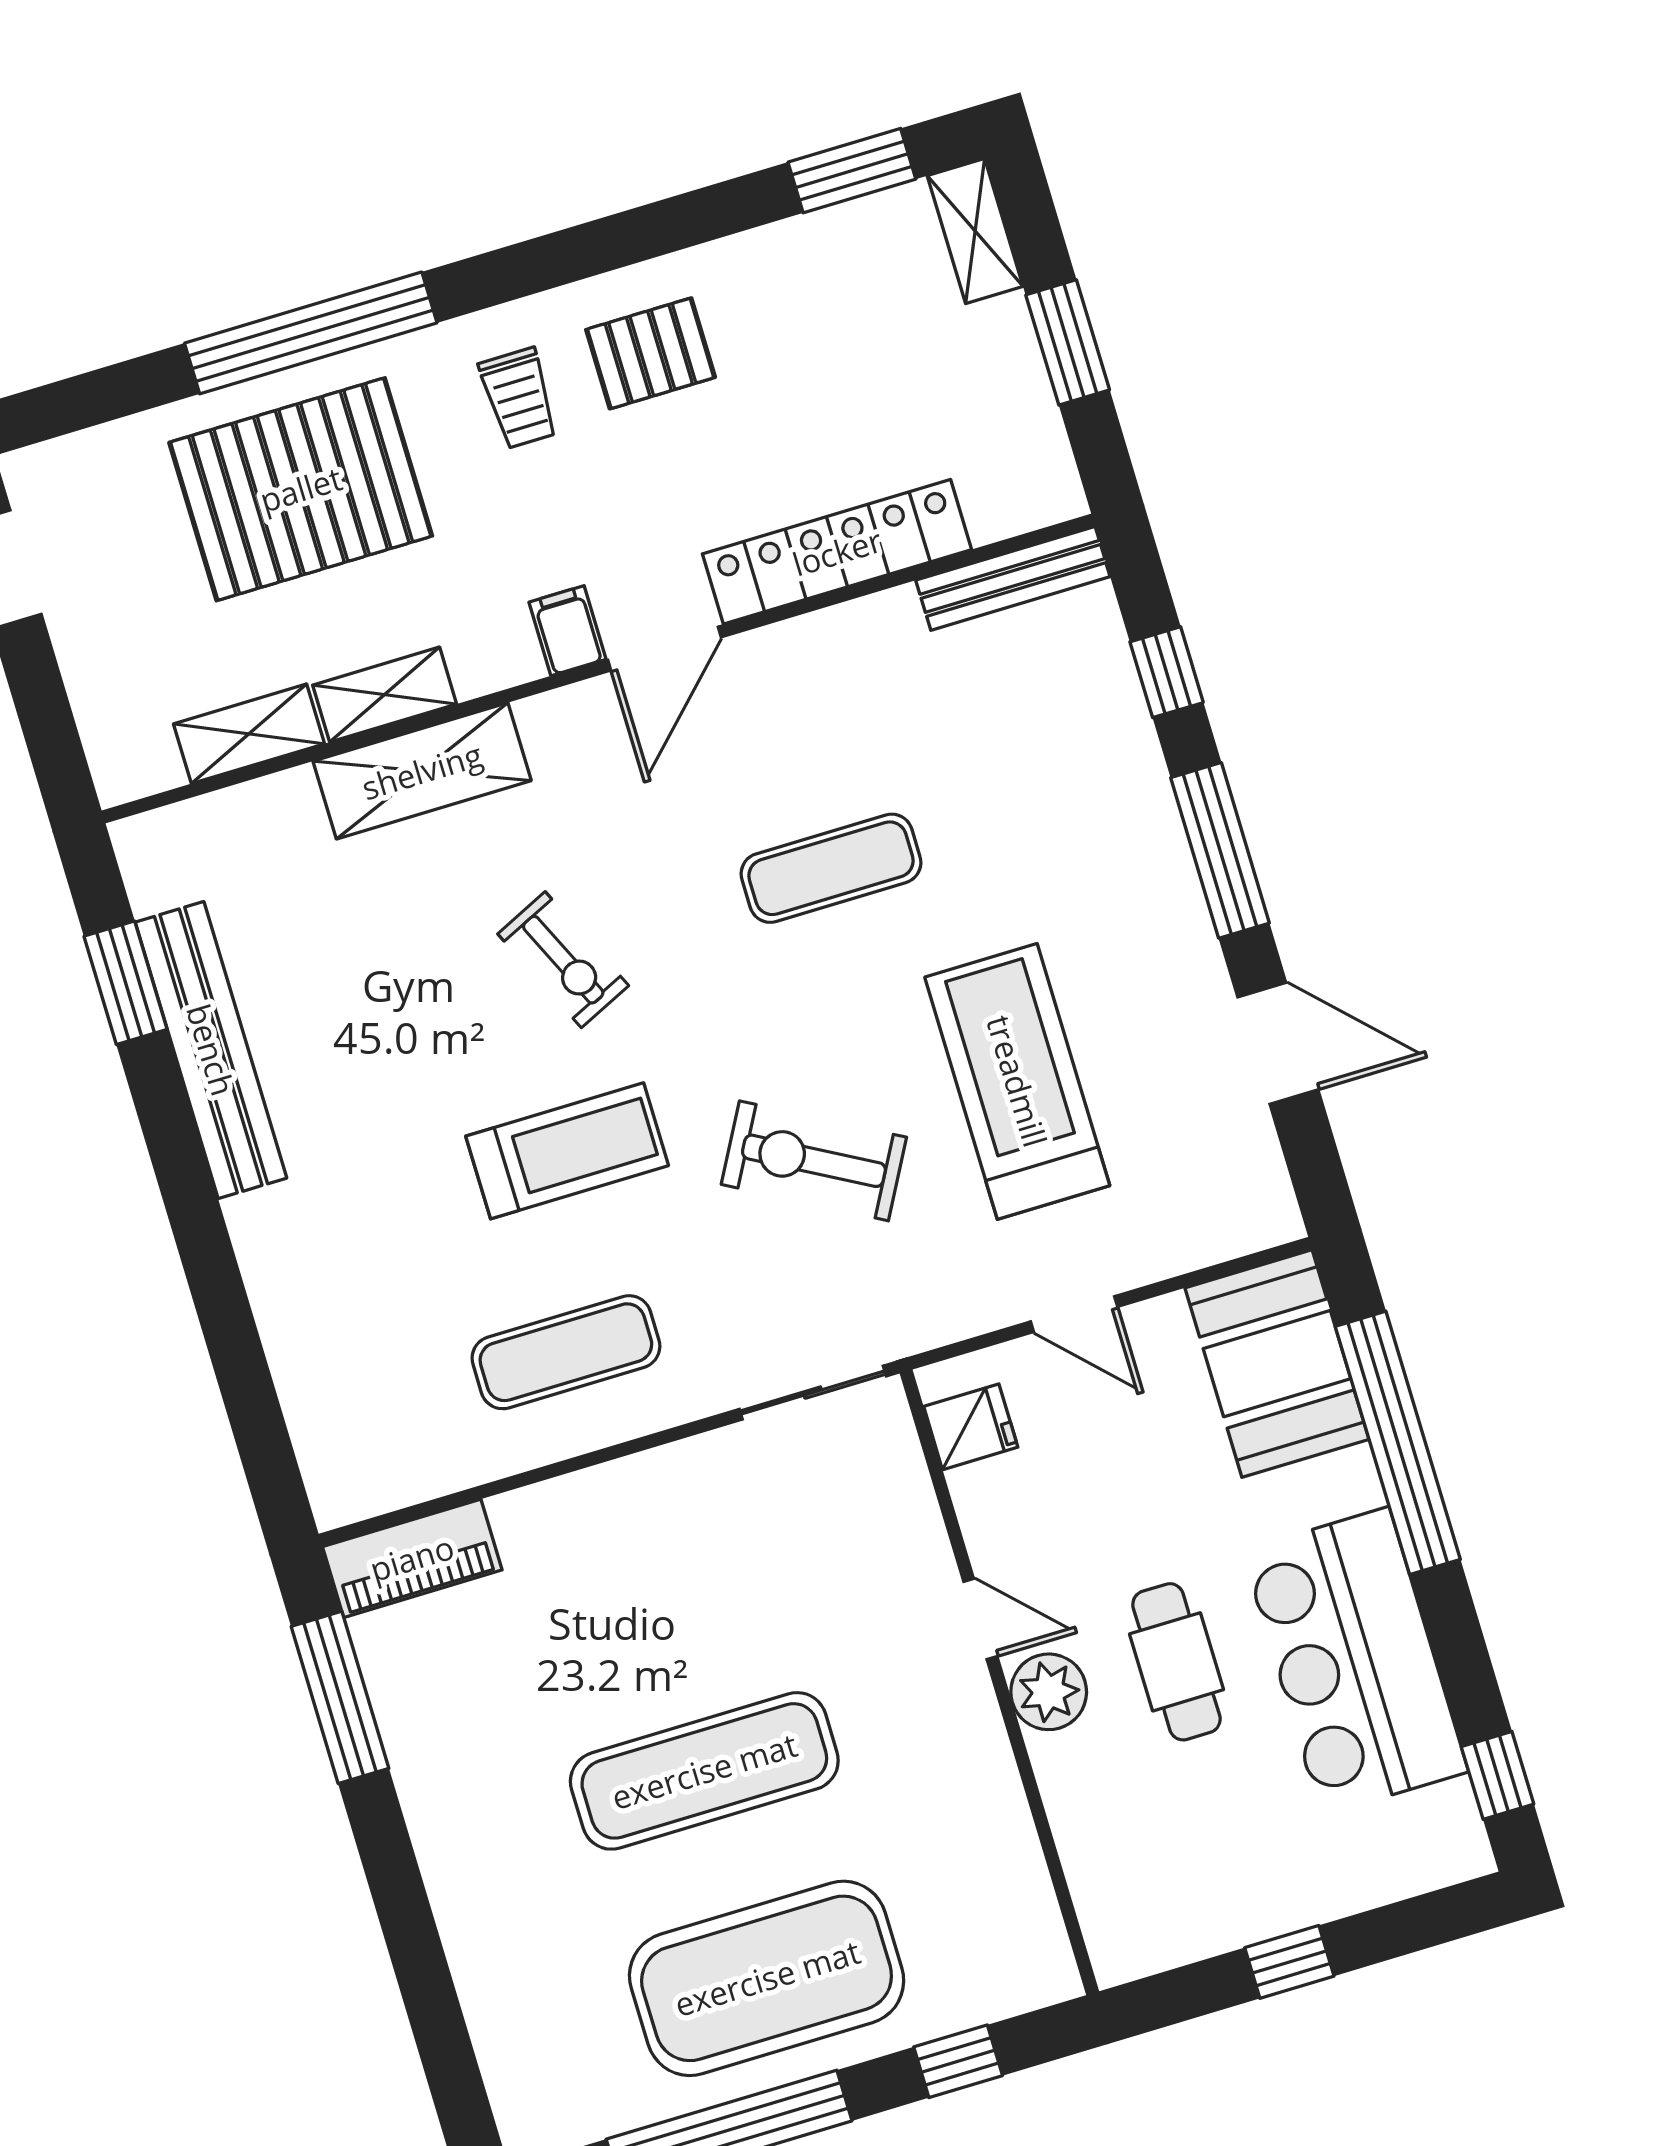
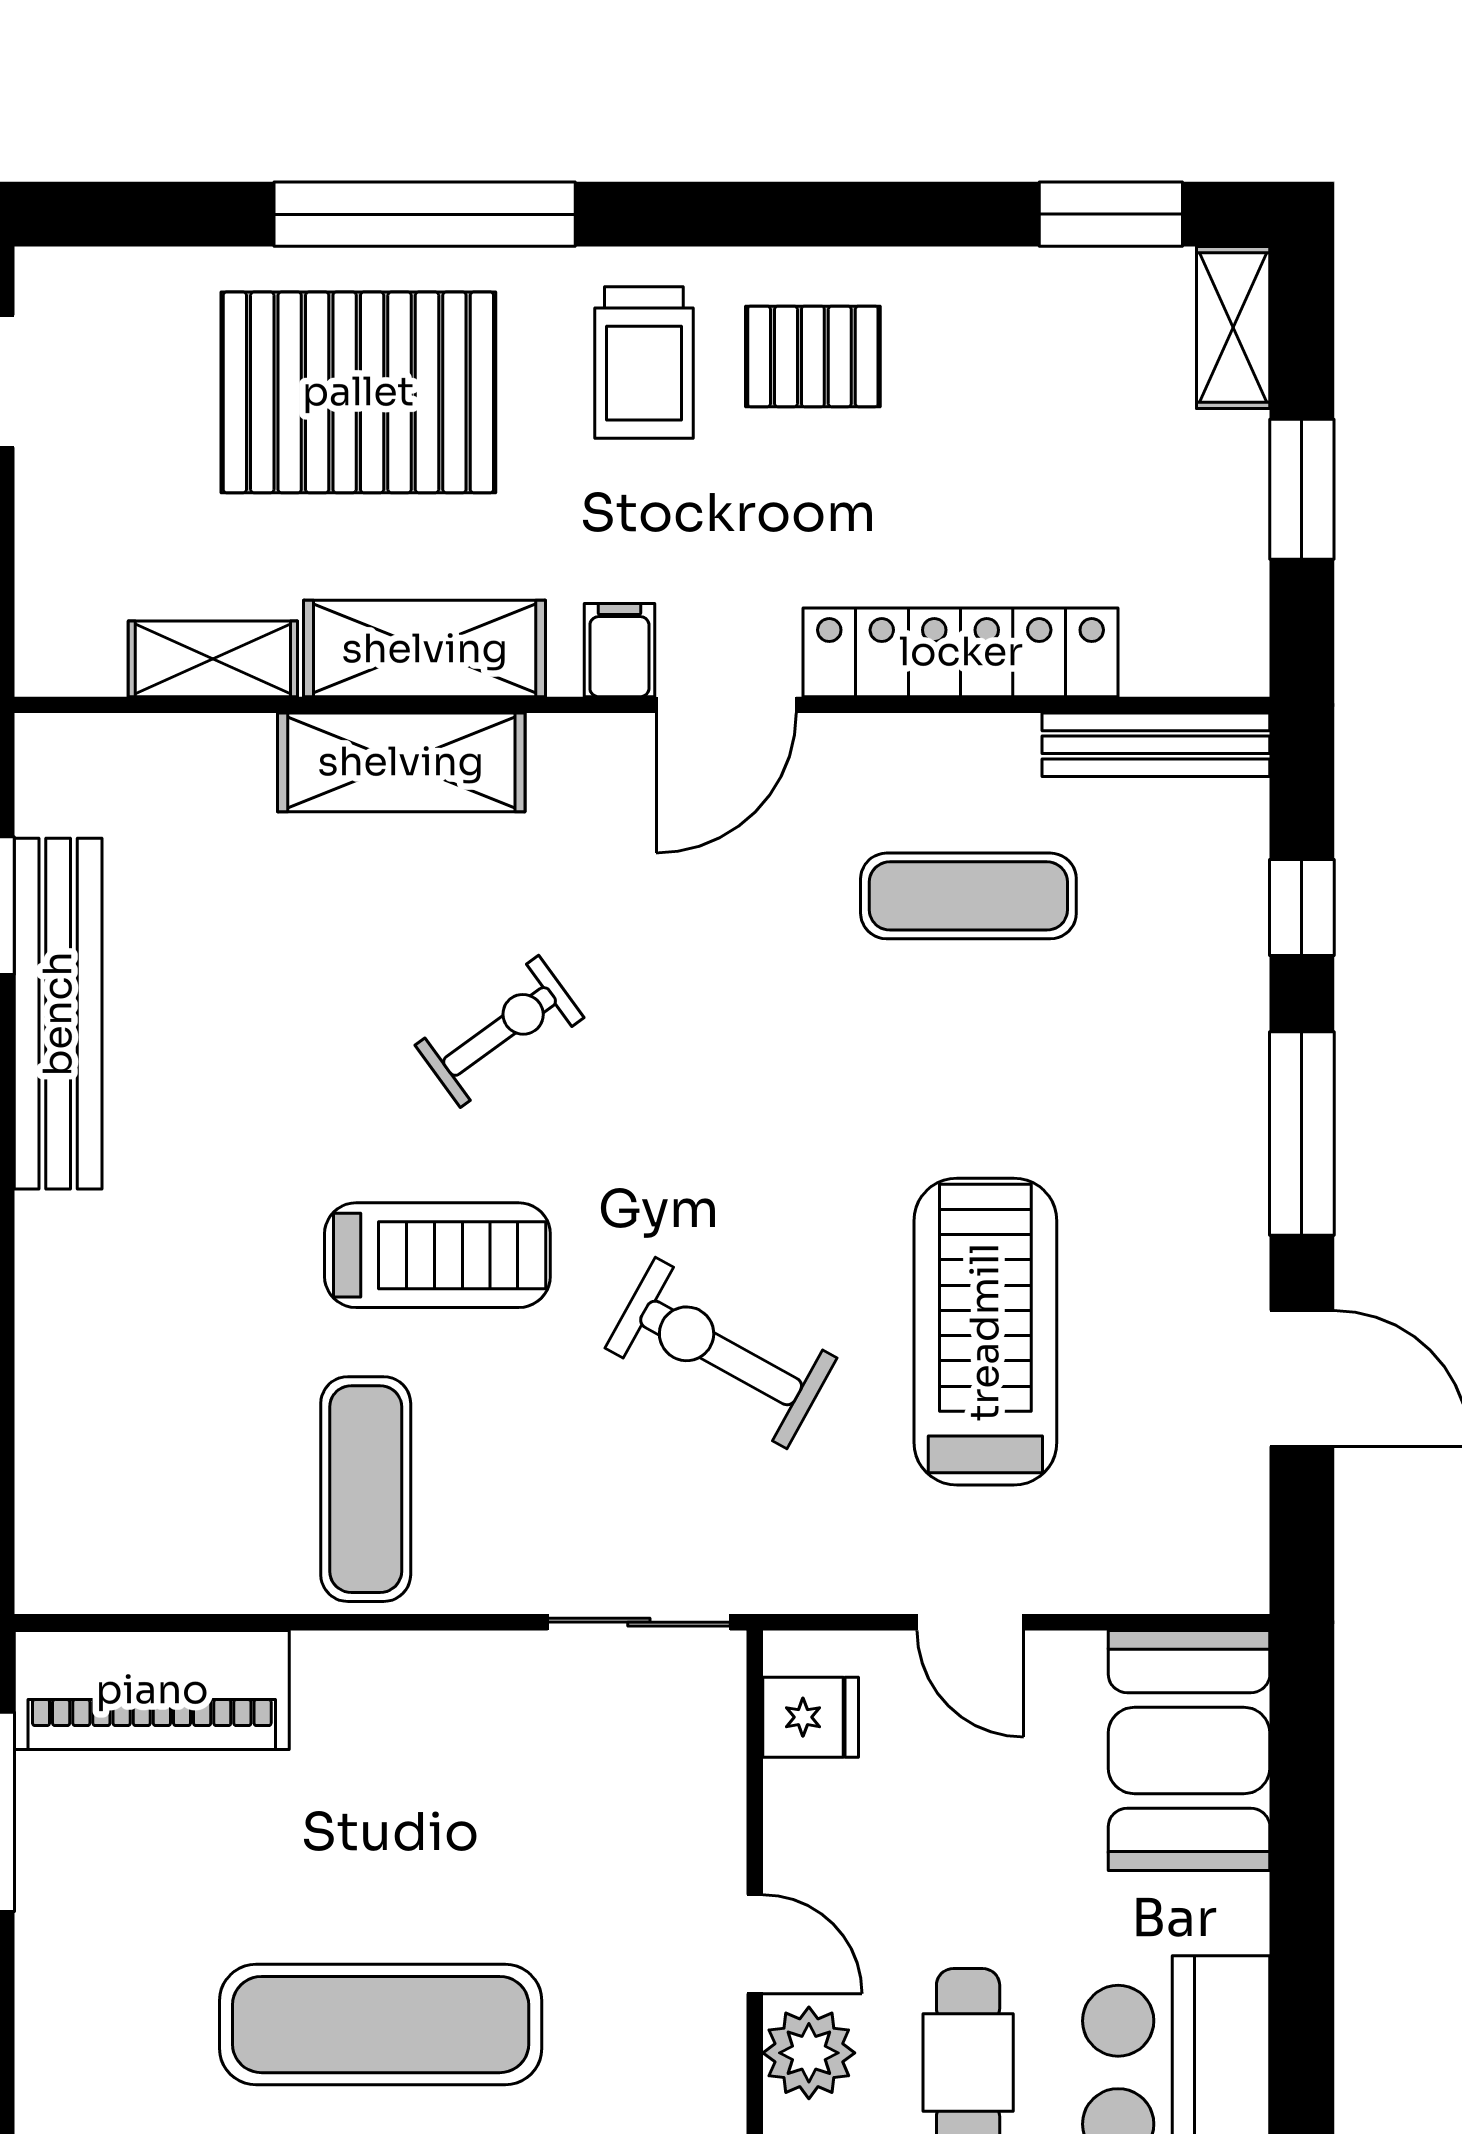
trolley: (519, 398) -> (644, 363), width x1.36, depth x1.39
shelving: (385, 695) -> (425, 649), width x1.50, depth x1.33
exercise mat: (831, 868) -> (968, 896), moved
exercise bike: (563, 960) -> (500, 1031), turned -101
exercise mat: (566, 1352) -> (366, 1489), turned 90
window: (1398, 1443) -> (1302, 1885), removed
piano: (412, 1558) -> (152, 1690), width x1.37, depth x1.33

